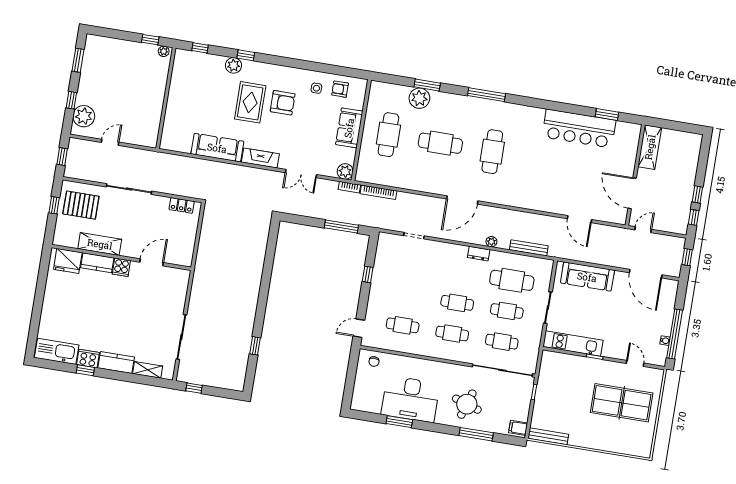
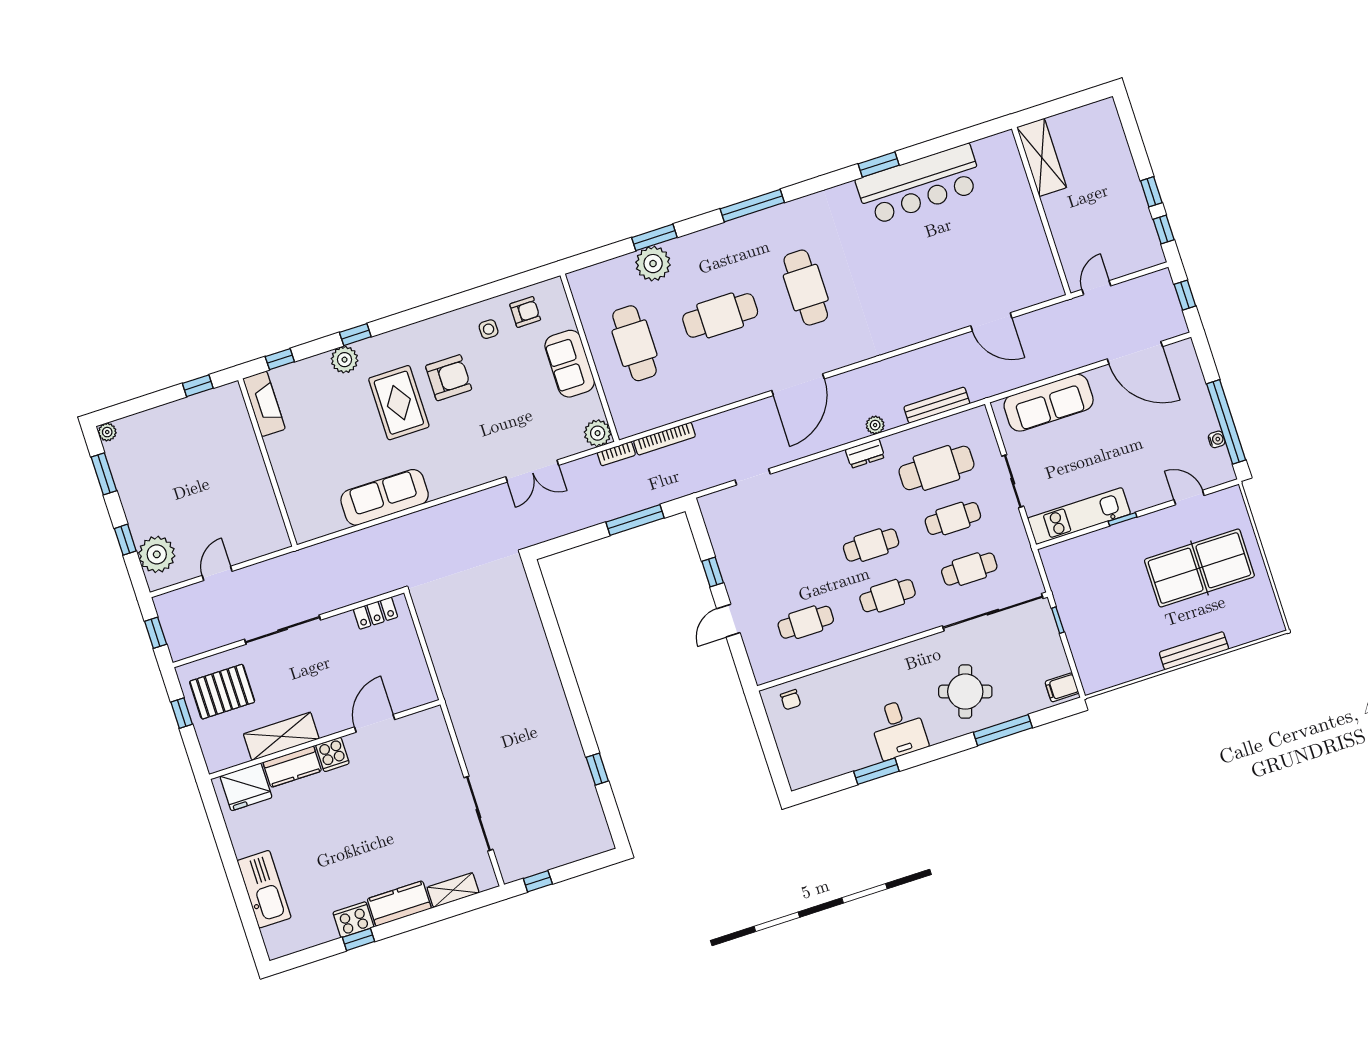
plant: (164, 51) -> (107, 432), moved
armchair: (340, 89) -> (525, 312), turned 180
window: (607, 114) -> (879, 165), moved
fireplace: (260, 158) -> (264, 404), moved, turned 90
door: (632, 193) -> (1051, 241), removed
door: (359, 328) -> (728, 621), moved
kitchen sink: (57, 351) -> (264, 889), moved, turned 90
desk: (410, 399) -> (898, 729), width x0.53, depth x0.77
bench: (548, 436) -> (1194, 651), moved

